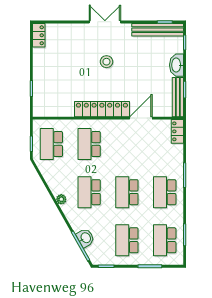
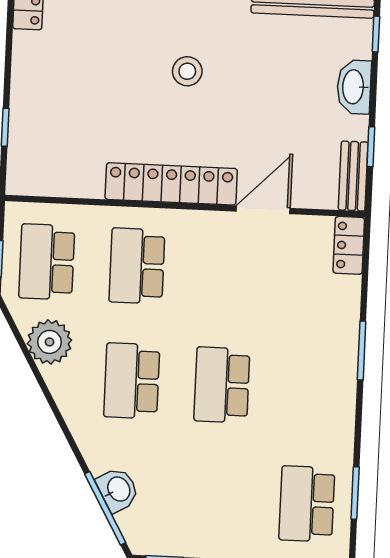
bench: (178, 97) -> (353, 176), width x0.73
school desk: (165, 192) -> (312, 389), removed
plant: (61, 199) -> (49, 342), moved, width x1.87, depth x1.87
school desk: (127, 240) -> (217, 500), removed

